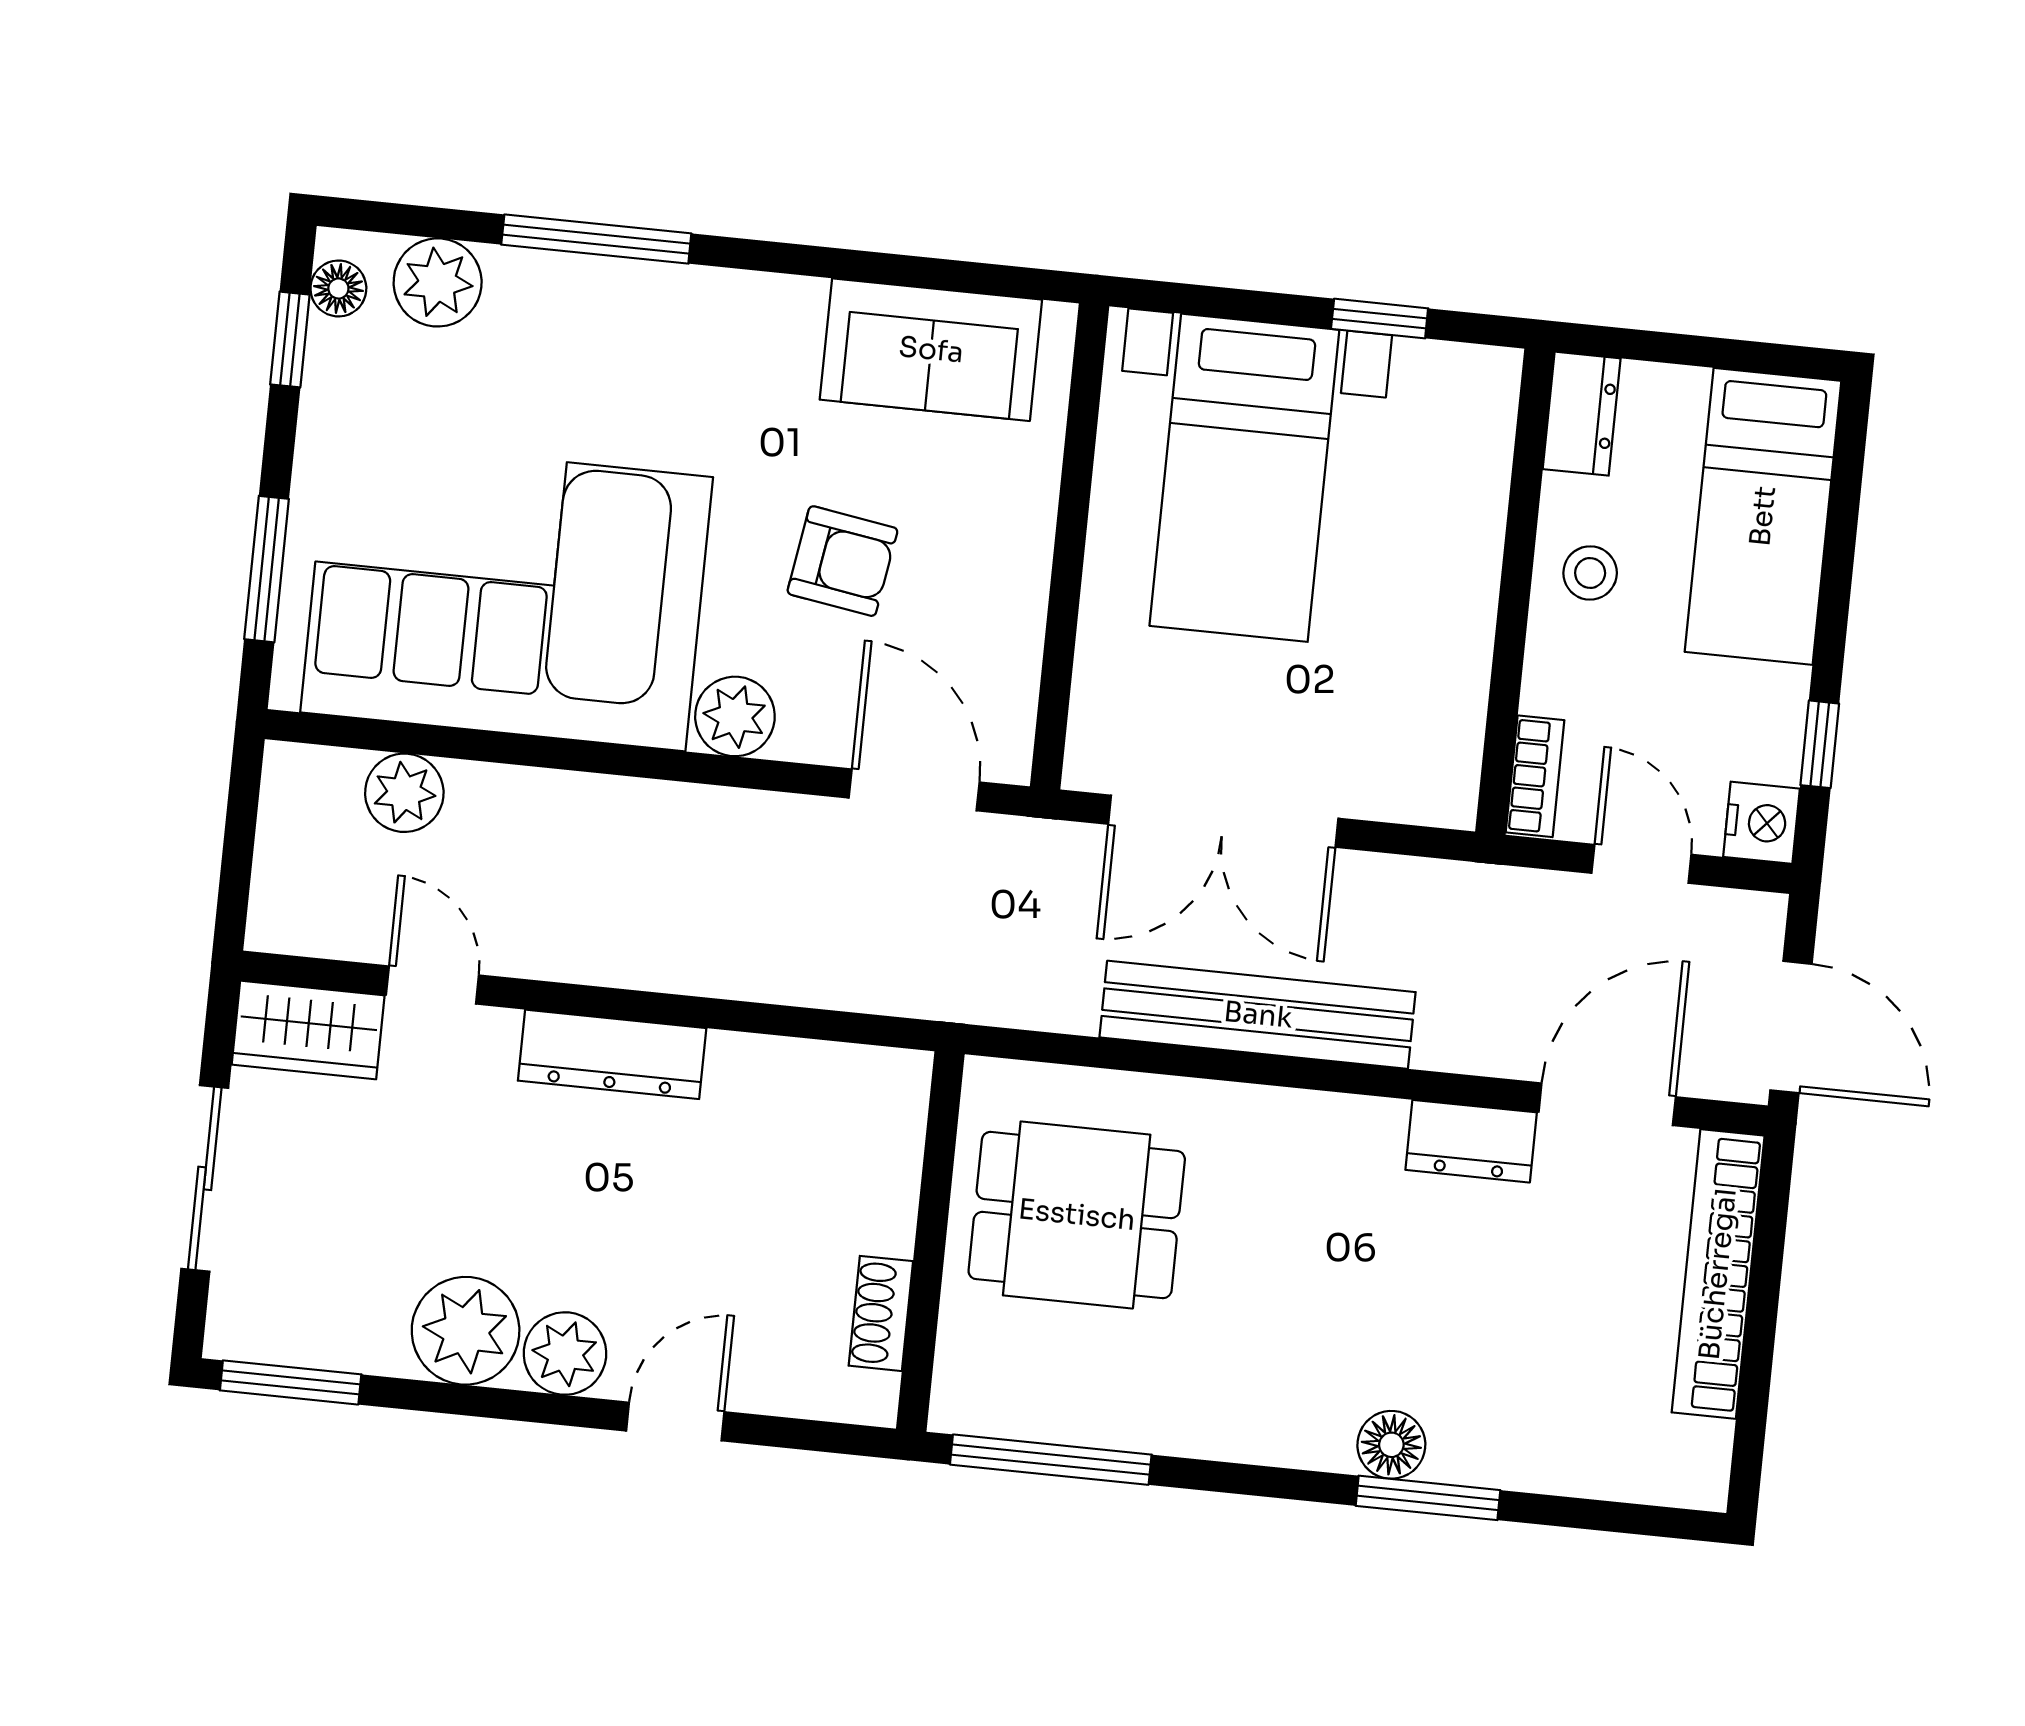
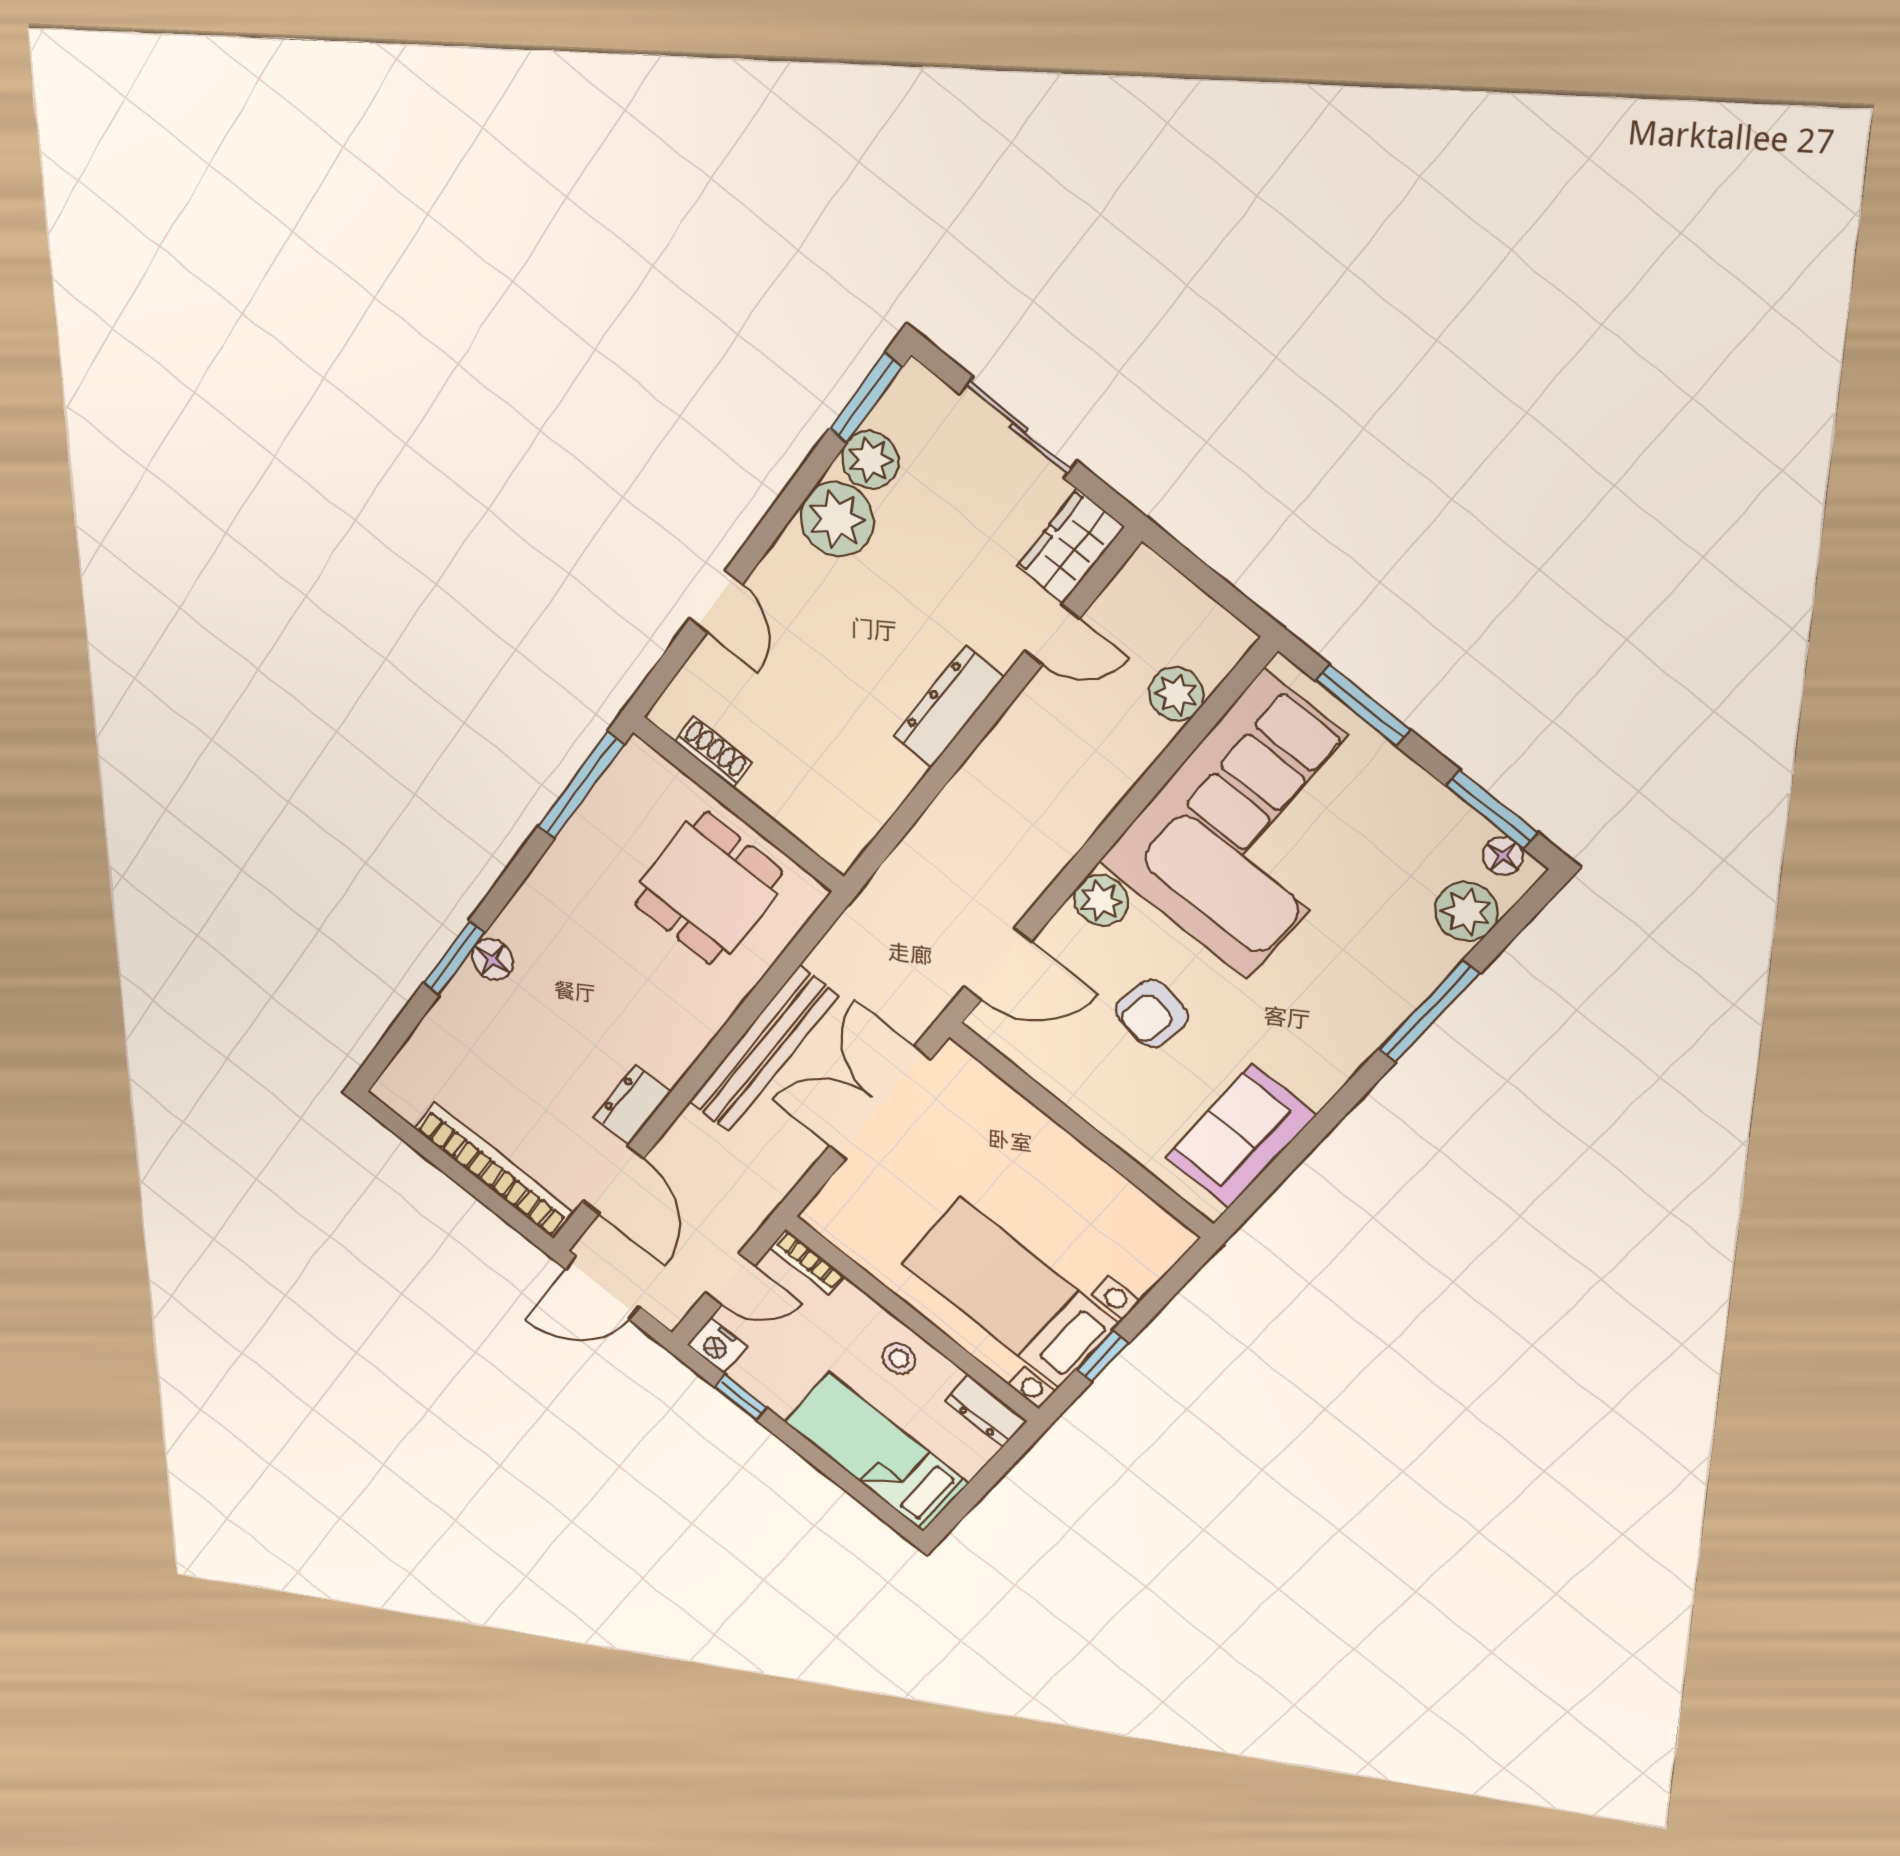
window: (290, 340) -> (1492, 809), width x1.50
bed with nightstands: (1244, 478) -> (1010, 1293), moved
plant: (565, 1354) -> (870, 460), moved

